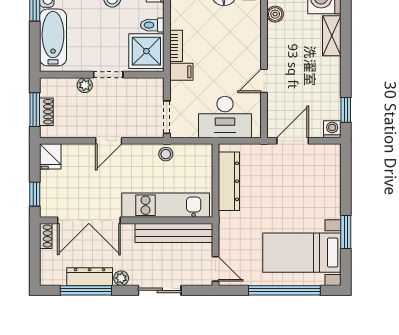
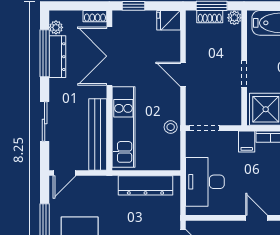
door: (264, 81) -> (256, 218), moved
plant: (85, 85) -> (234, 18), moved
plant: (121, 278) -> (56, 27), moved

